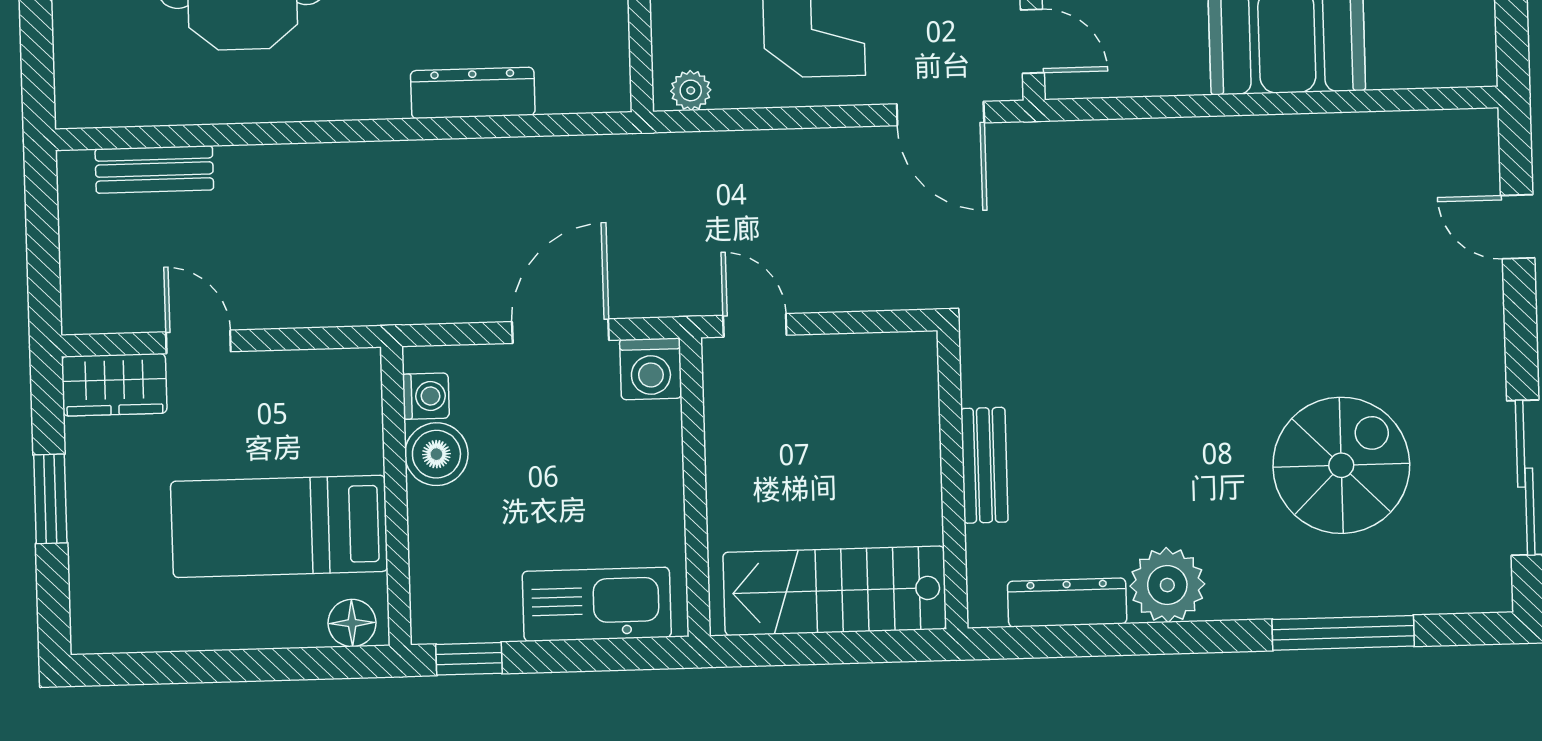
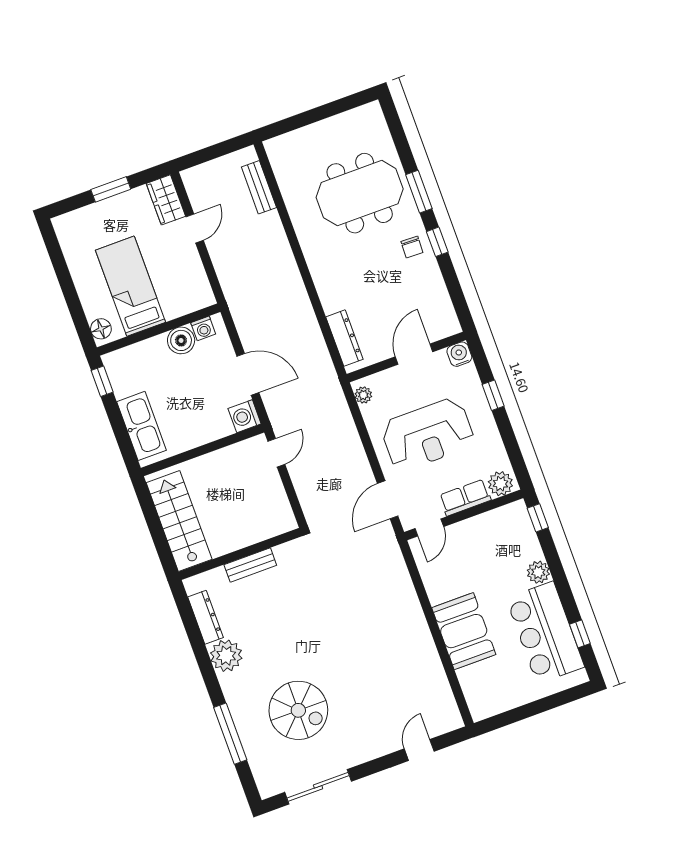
dresser: (473, 93) -> (344, 338), moved

